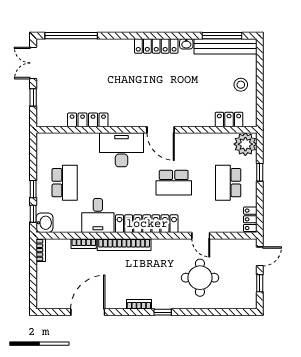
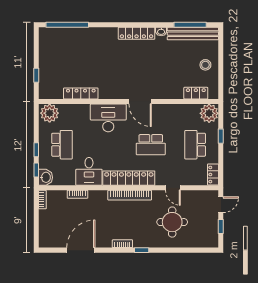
double door: (33, 63) -> (36, 47), removed
plant: (49, 144) -> (50, 113), added
bookcase: (124, 245) -> (130, 195), moved

